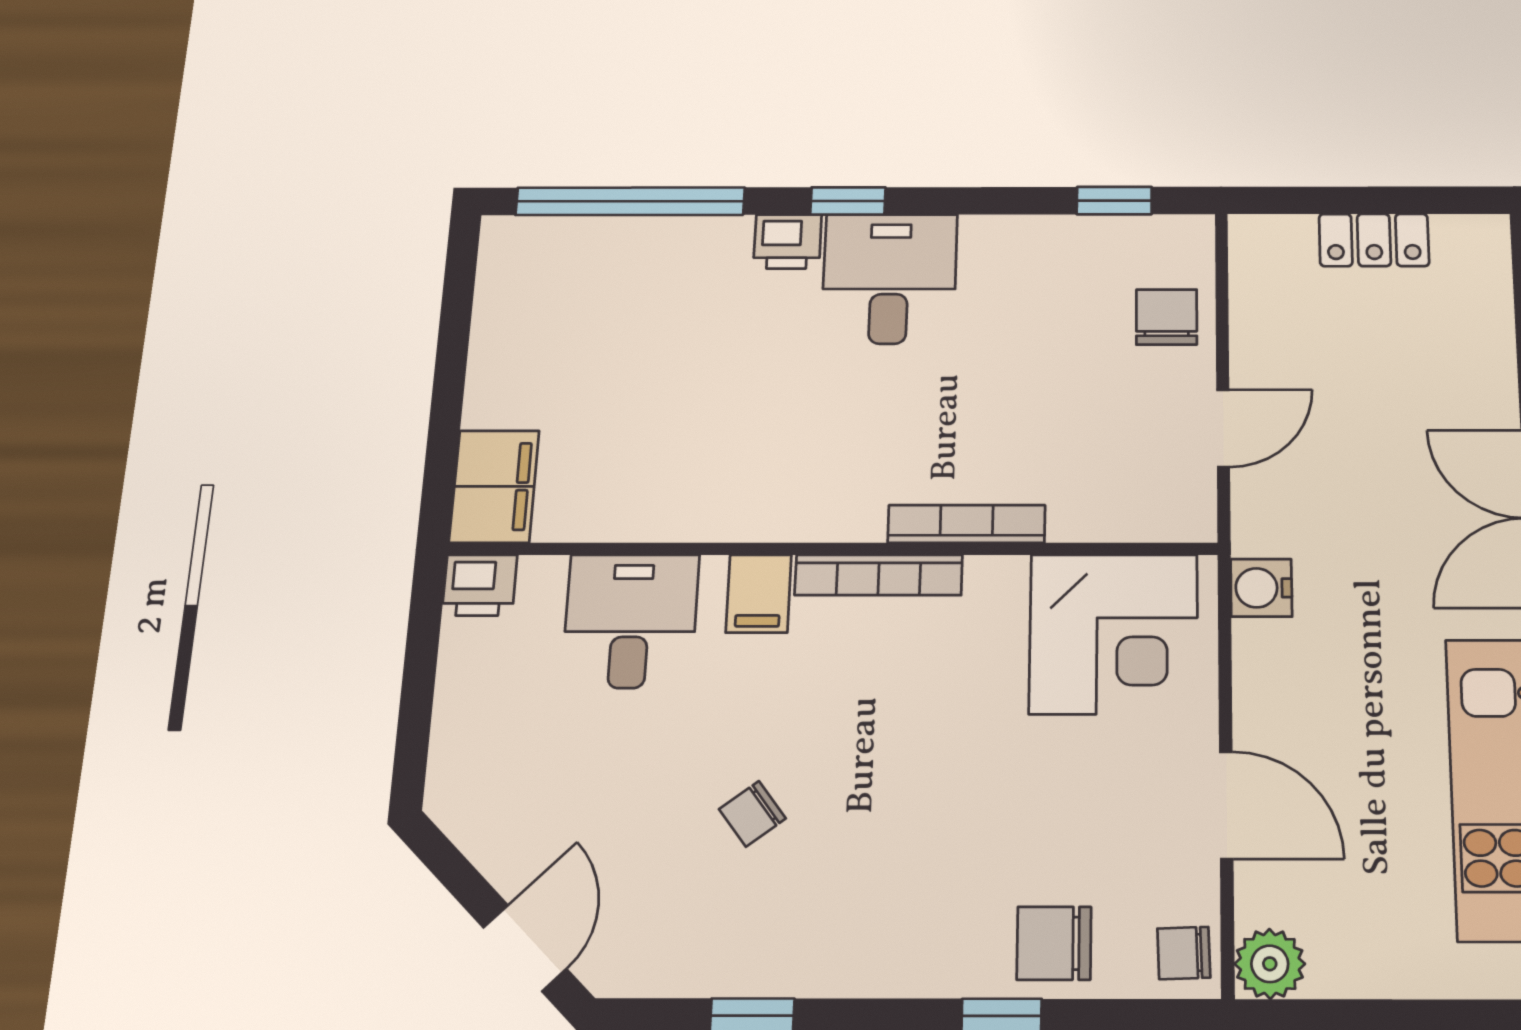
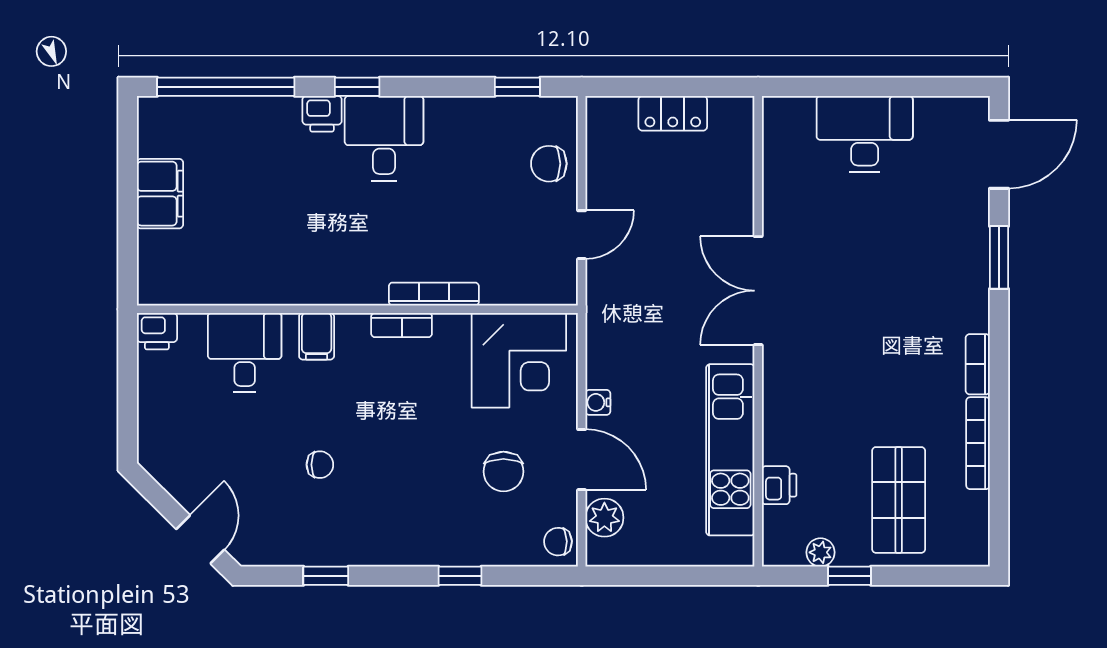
chair: (1167, 317) -> (549, 164), turned -90
filing cabinet: (494, 486) -> (160, 194), moved
bookcase: (879, 575) -> (402, 325), width x0.64
water cooler: (1261, 588) -> (598, 402), moved, width x0.72, depth x0.72
chair: (752, 814) -> (320, 465), turned -143
chair: (1054, 943) -> (503, 472), moved, turned -90
plant: (1270, 964) -> (604, 518), moved

